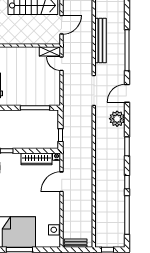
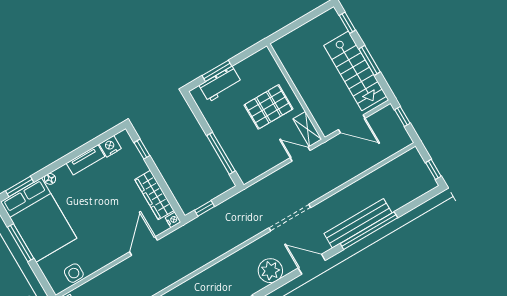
bench: (100, 40) -> (358, 223), moved
door: (62, 64) -> (300, 154), hinge flipped
pallet: (25, 66) -> (269, 107), added
door: (62, 182) -> (144, 246), hinge flipped

